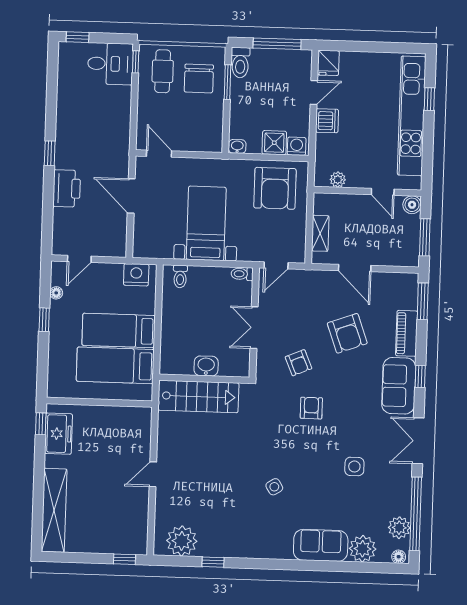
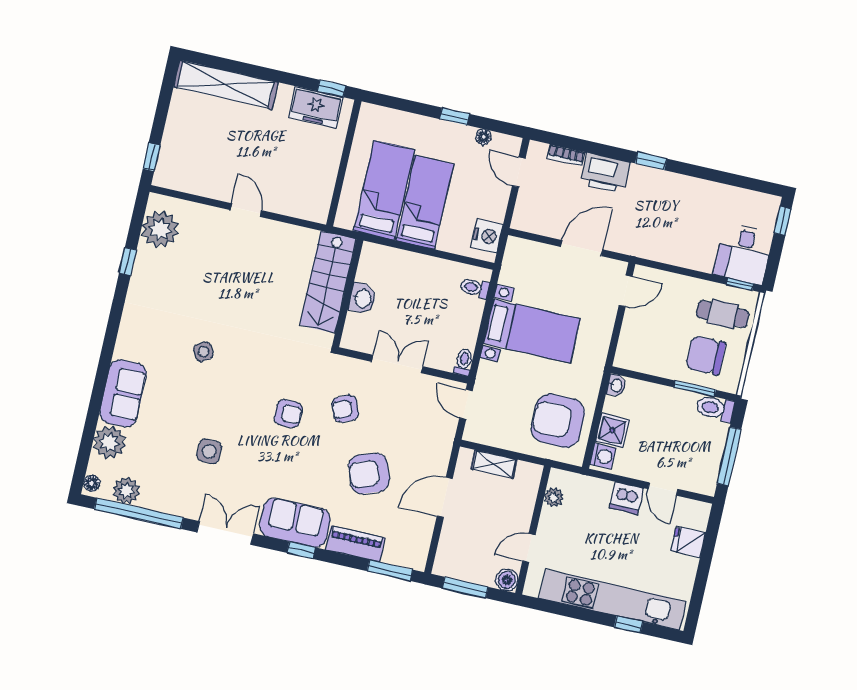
fridge: (328, 63) -> (688, 542), moved
bookcase: (58, 223) -> (566, 155), added

